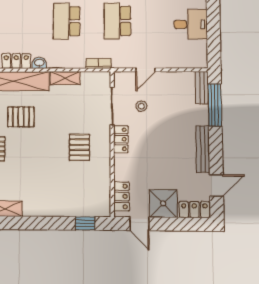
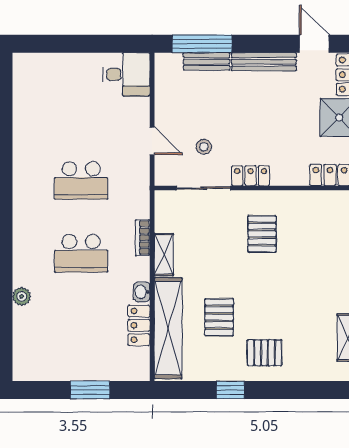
desk: (191, 24) -> (126, 74), moved, turned 90
bookcase: (99, 63) -> (143, 238), moved
bench: (202, 88) -> (206, 62), moved
pallet: (79, 147) -> (262, 234), turned 90

